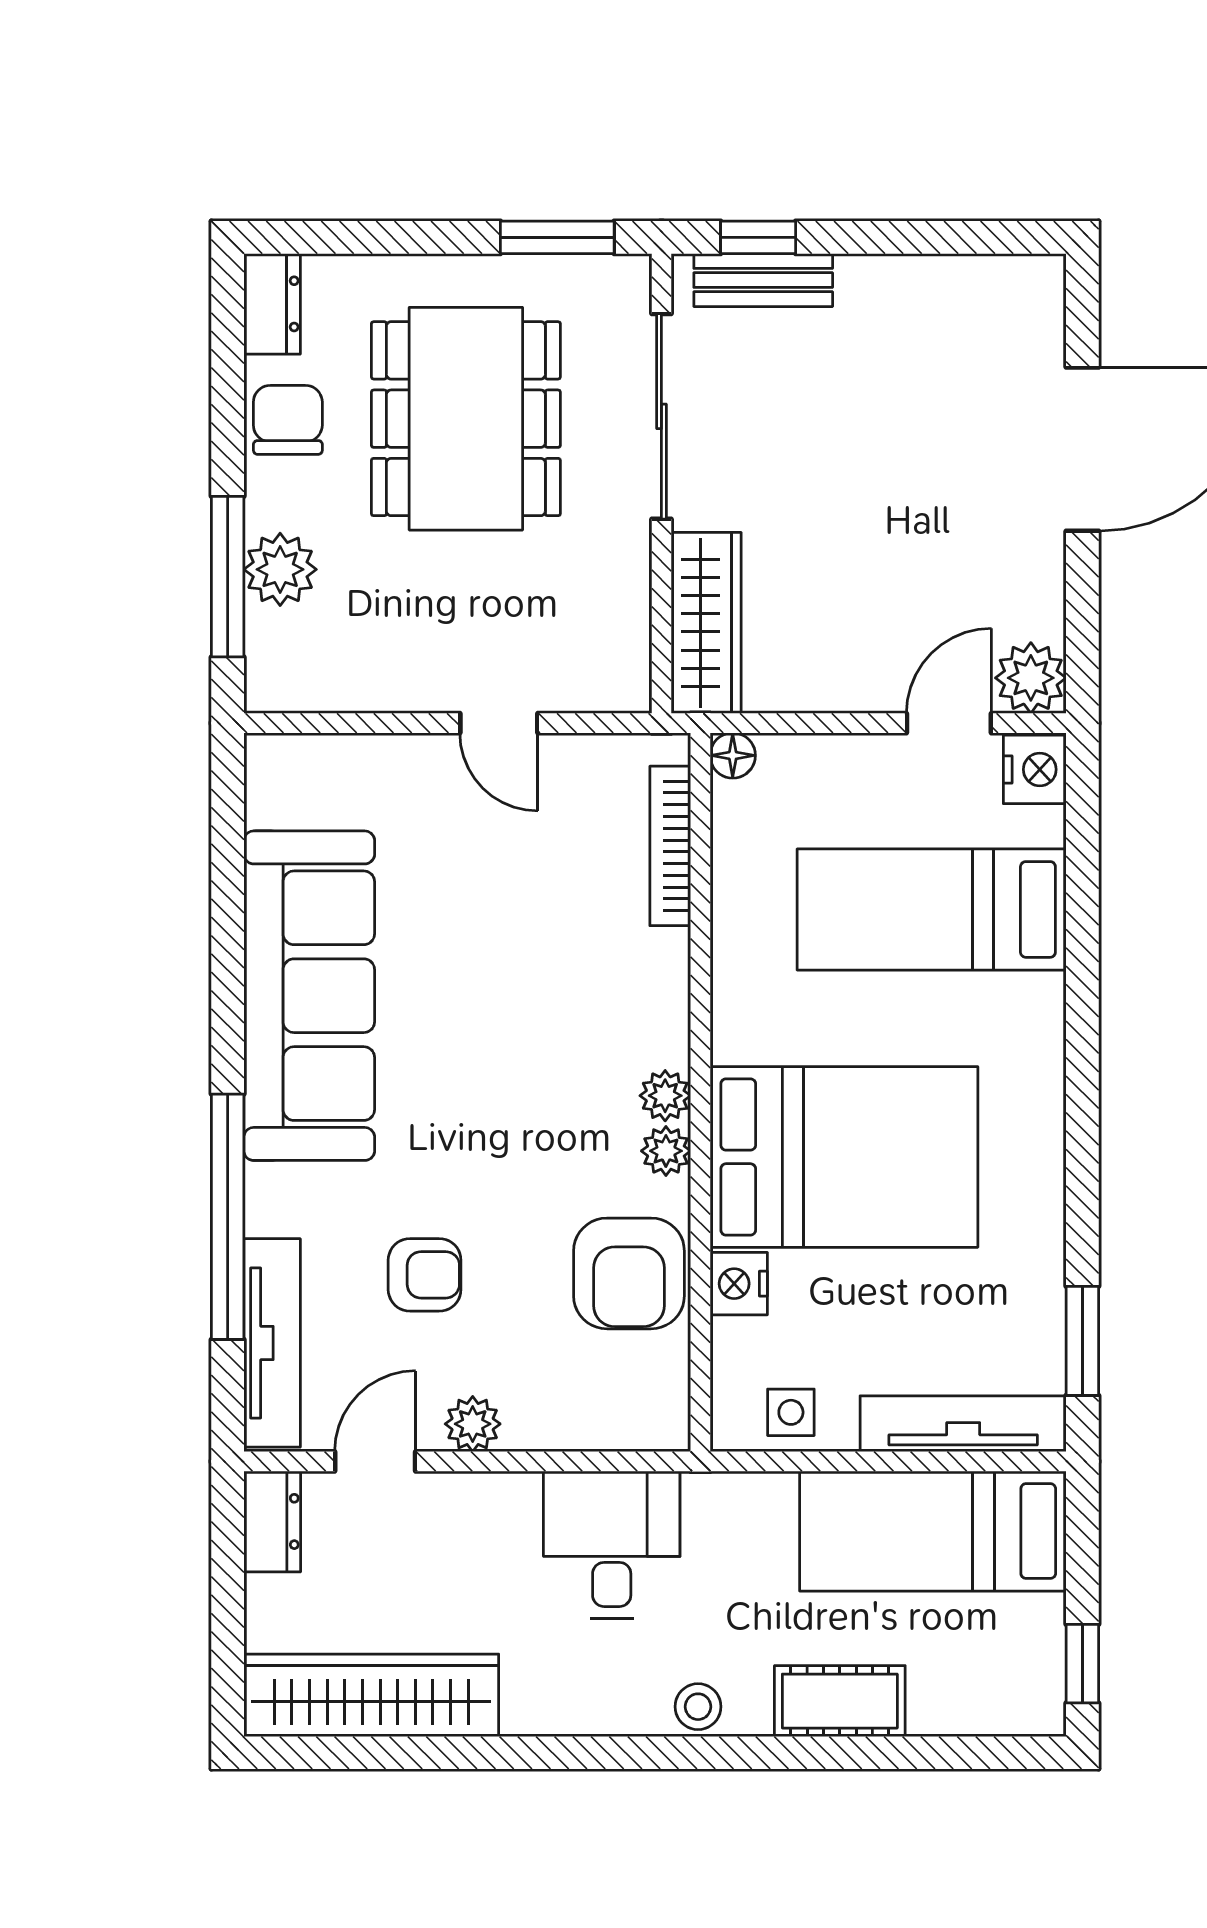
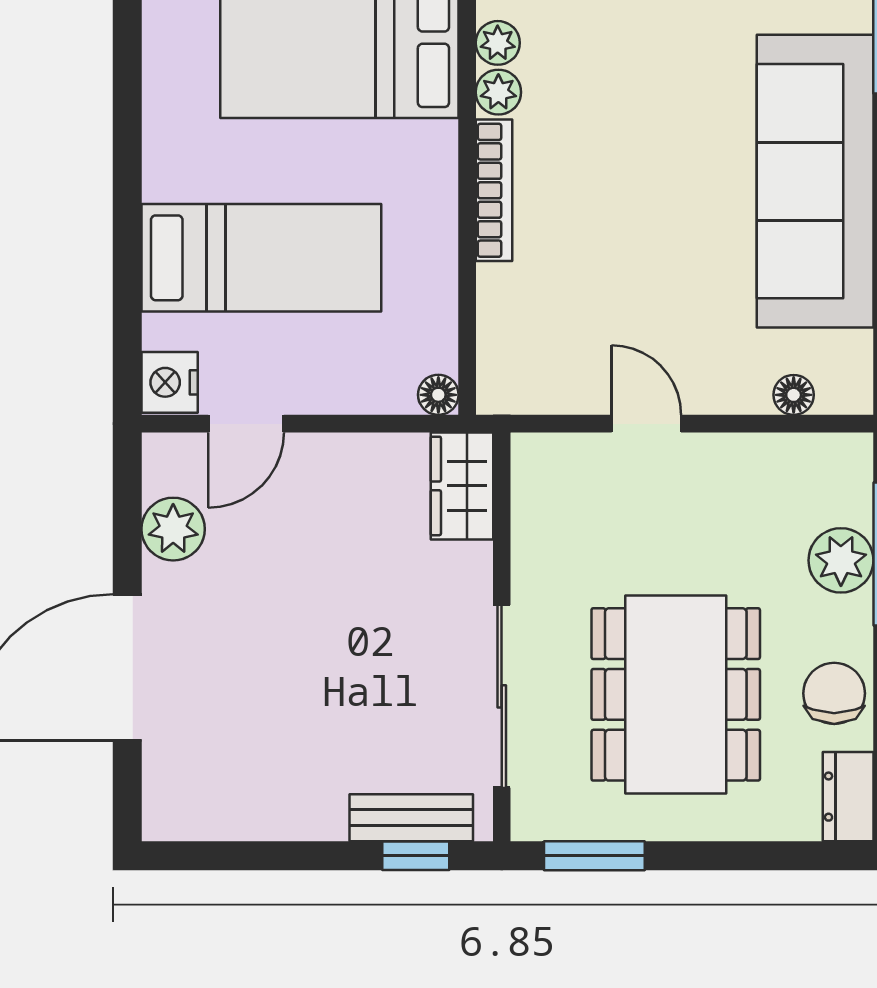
chair: (288, 420) -> (834, 693), turned 180
wardrobe: (706, 623) -> (462, 486), width x0.67
plant: (1031, 678) -> (173, 529), moved
floor lamp: (333, 755) -> (794, 395), added
bookcase: (670, 846) -> (494, 190), moved

